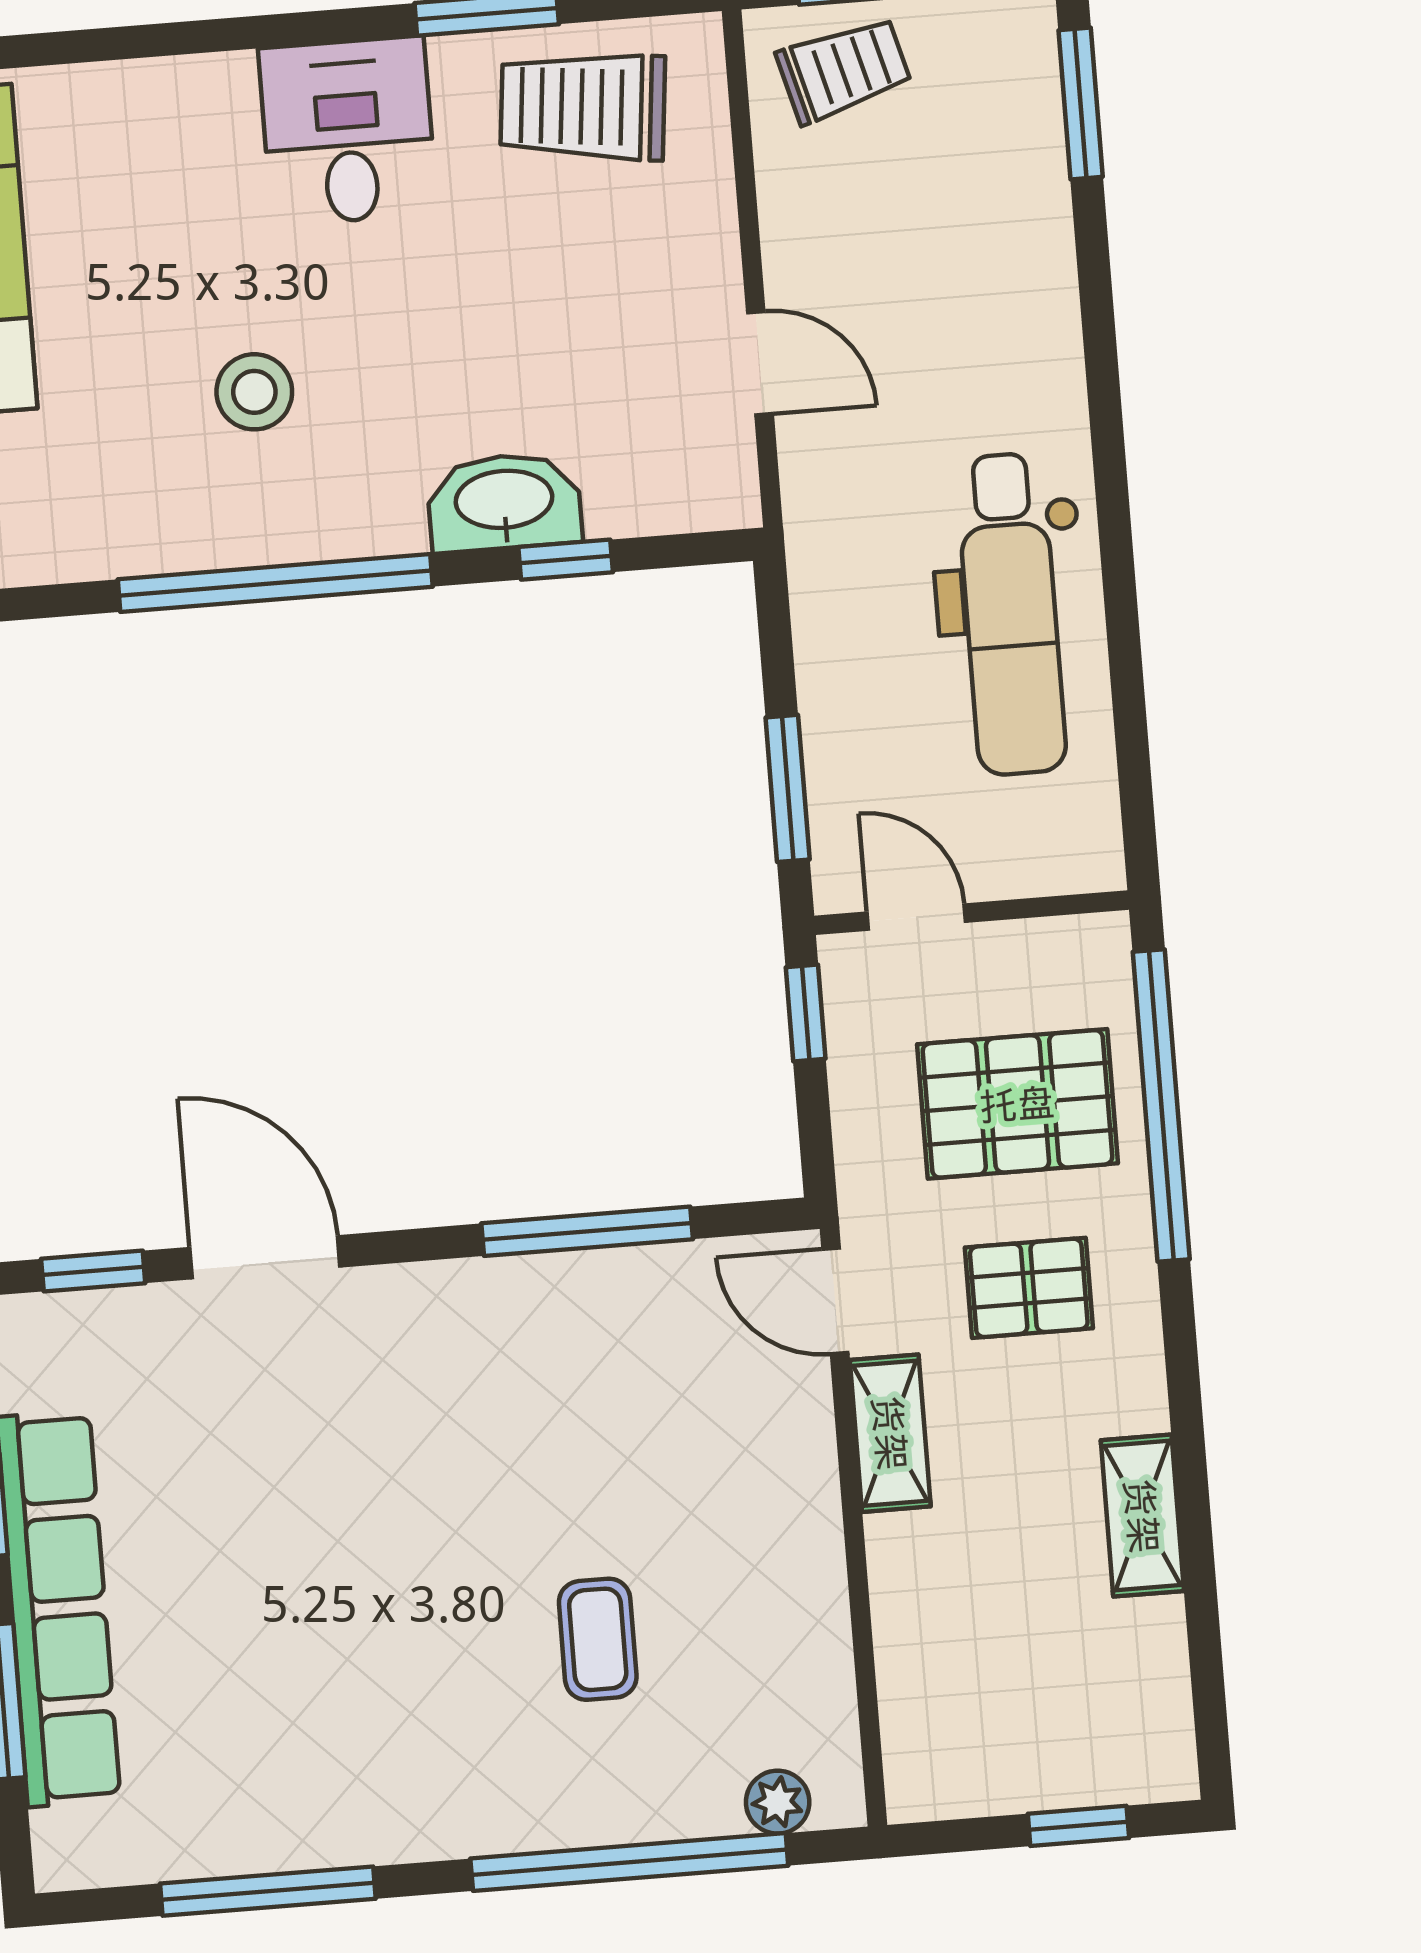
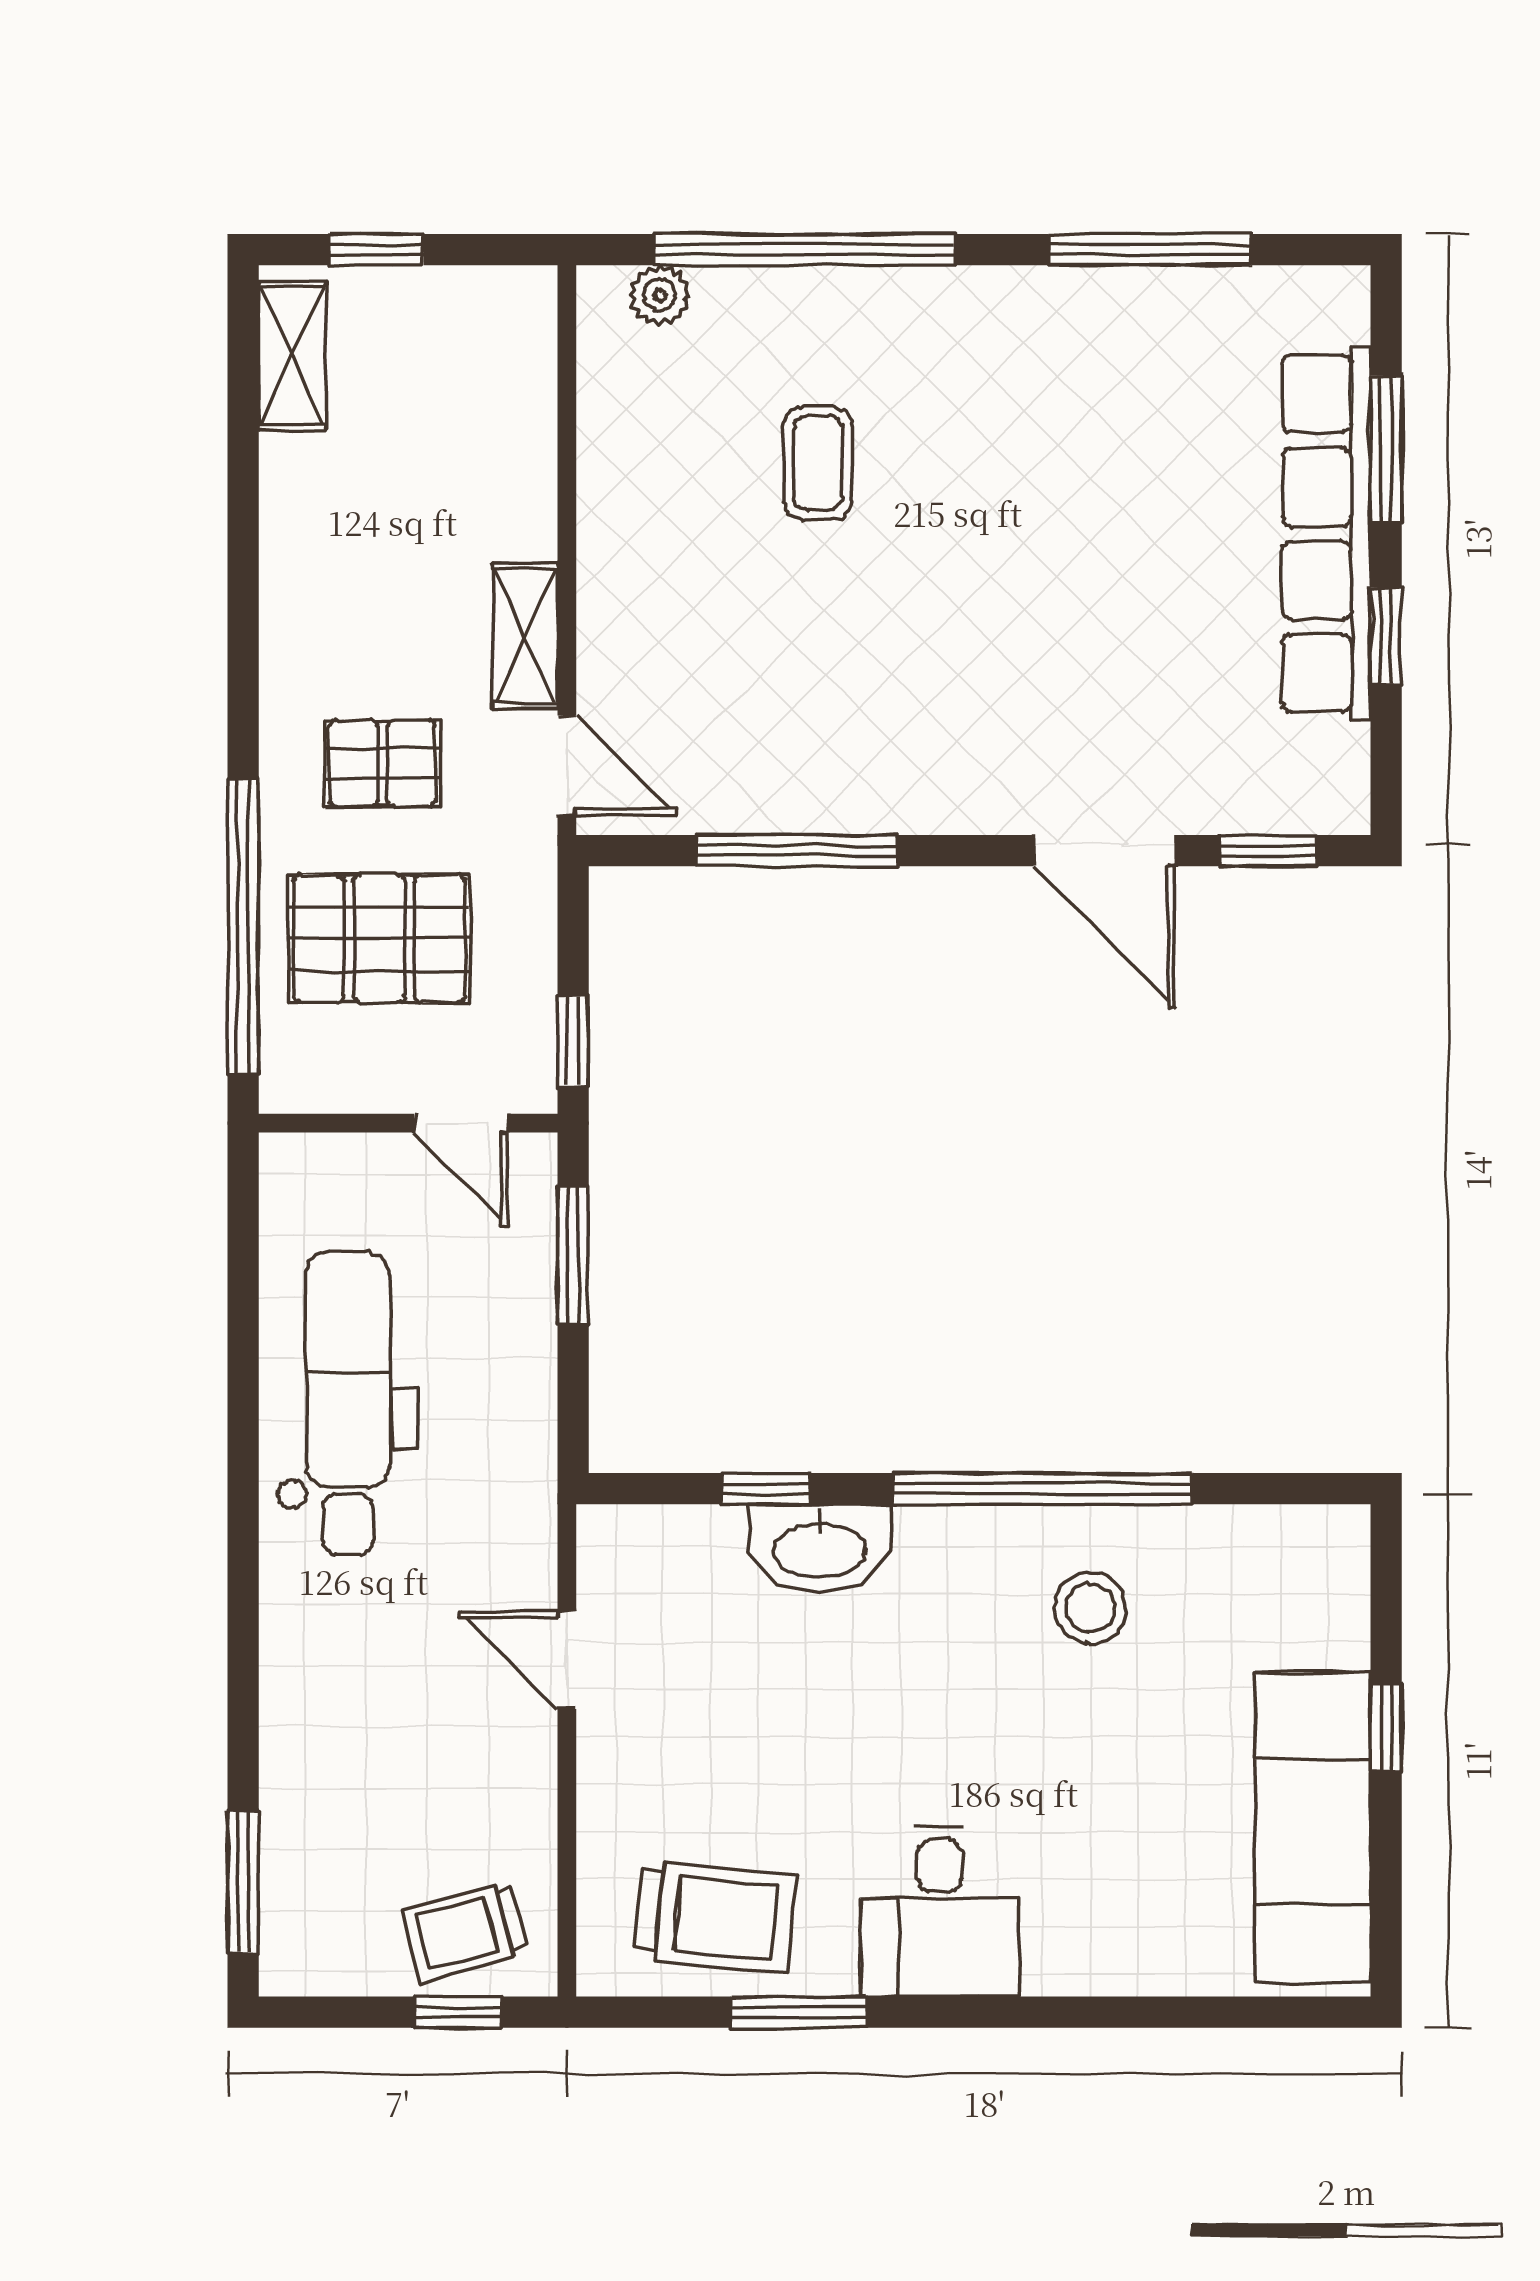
stool: (254, 392) -> (1090, 1608), moved
shelving: (1142, 1516) -> (292, 356), moved

